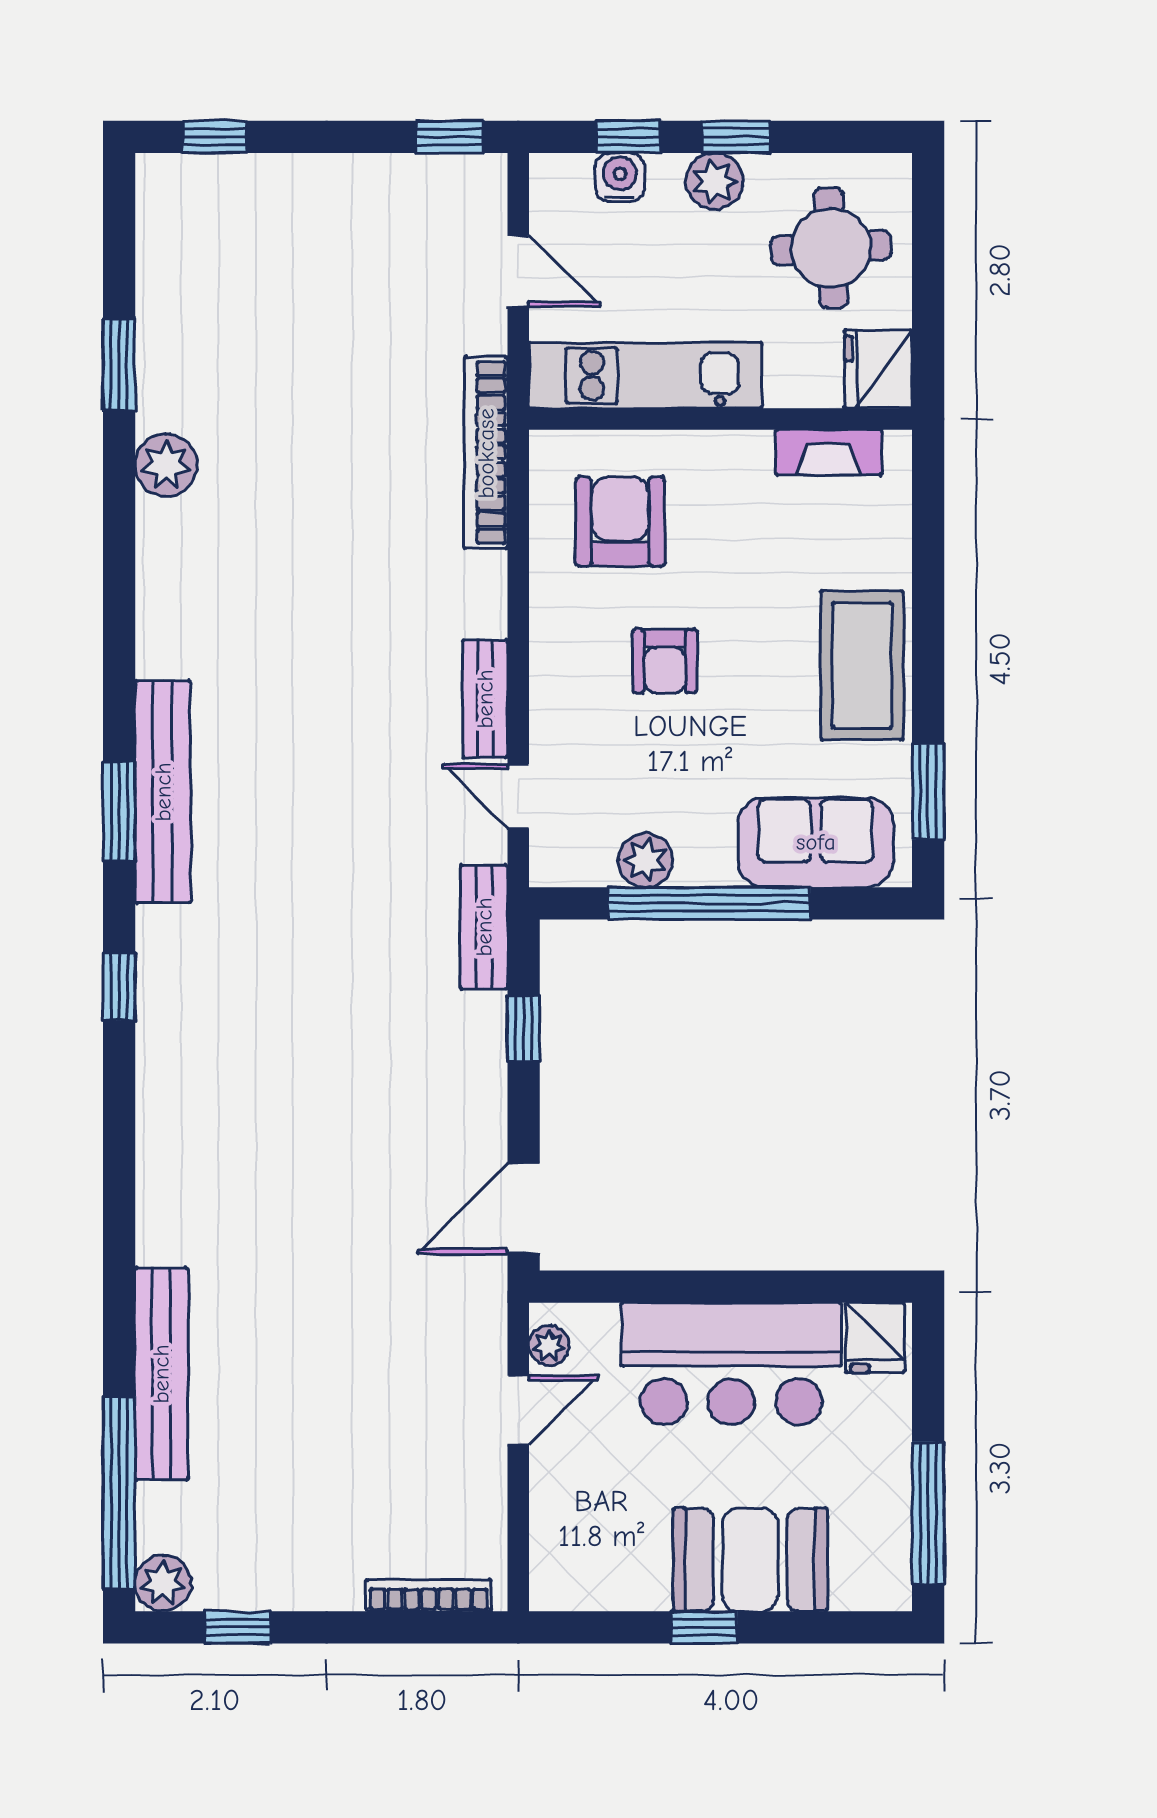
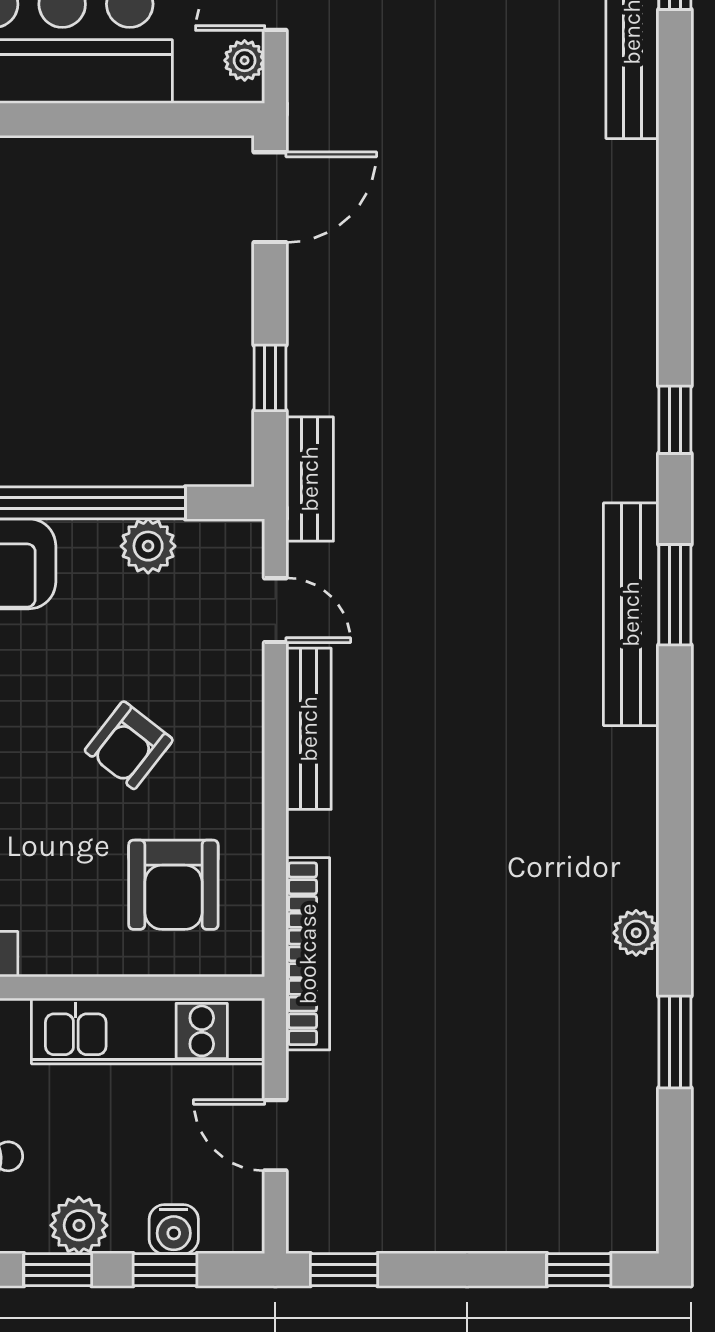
plant: (166, 465) -> (636, 933), width x0.73, depth x0.73
armchair: (665, 661) -> (129, 745), turned -142
bench: (485, 699) -> (309, 729), width x1.36

